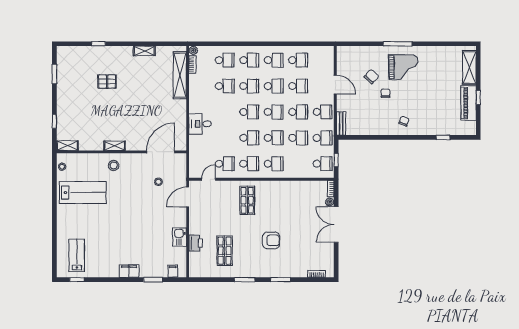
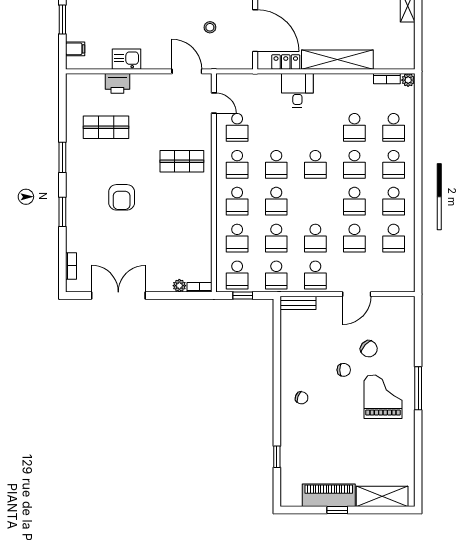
grand piano: (403, 67) -> (383, 397), turned 180
shelving: (180, 75) -> (337, 60), moved
school desk: (274, 112) -> (237, 238), moved
locker: (181, 132) -> (286, 62), added
double door: (336, 224) -> (118, 295), moved

